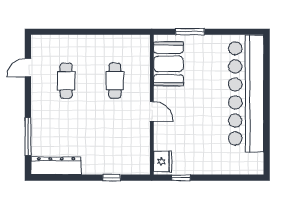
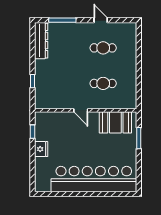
door: (28, 68) -> (101, 20), moved
door: (152, 111) -> (81, 110), hinge flipped
fridge: (163, 161) -> (41, 149), moved, turned -90

